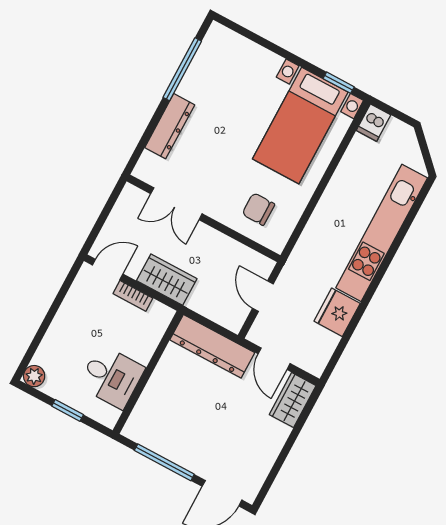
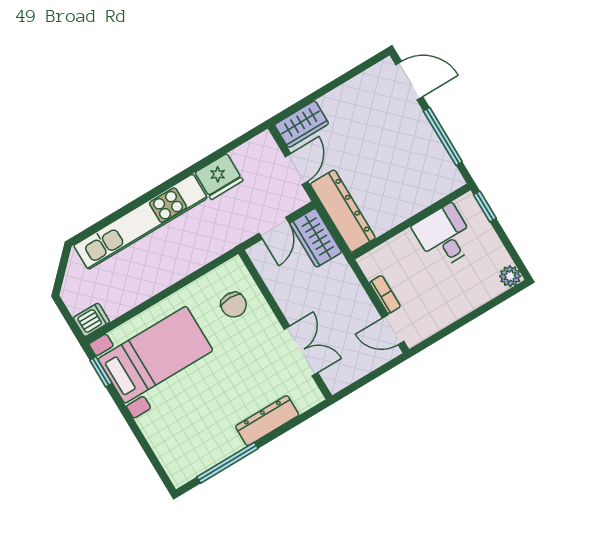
wardrobe: (167, 280) -> (316, 238), moved
window: (68, 410) -> (485, 207), moved

